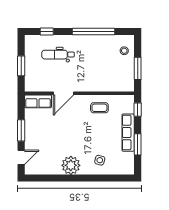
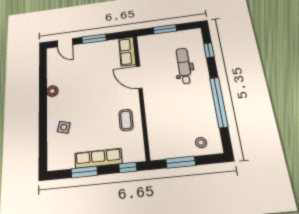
plant: (71, 165) -> (52, 91), width x0.53, depth x0.53

